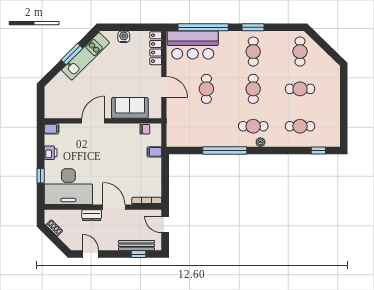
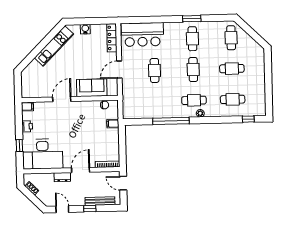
window: (203, 27) -> (151, 20), removed
window: (72, 54) -> (43, 44), removed
door: (164, 87) -> (119, 70), swing flipped
door: (114, 207) -> (81, 170), hinge flipped
window: (139, 254) -> (90, 208), moved

